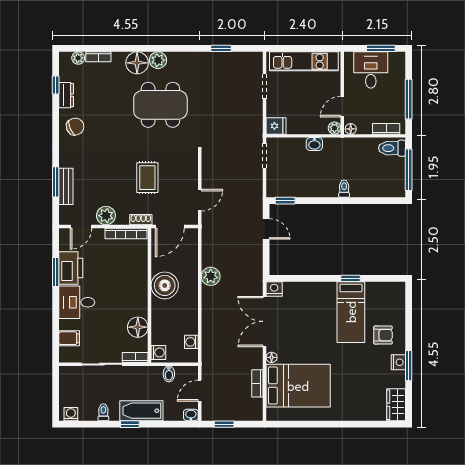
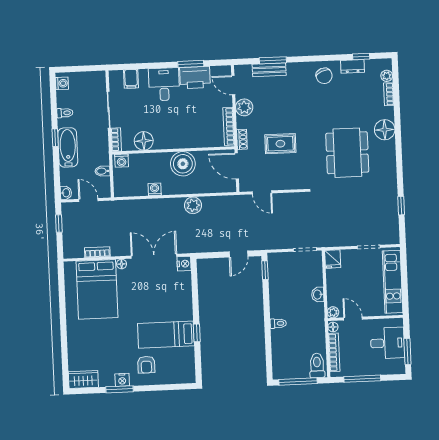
plant: (158, 60) -> (388, 149), removed
bookcase: (386, 129) -> (334, 352), width x1.56
washing machine: (191, 342) -> (155, 189), moved

